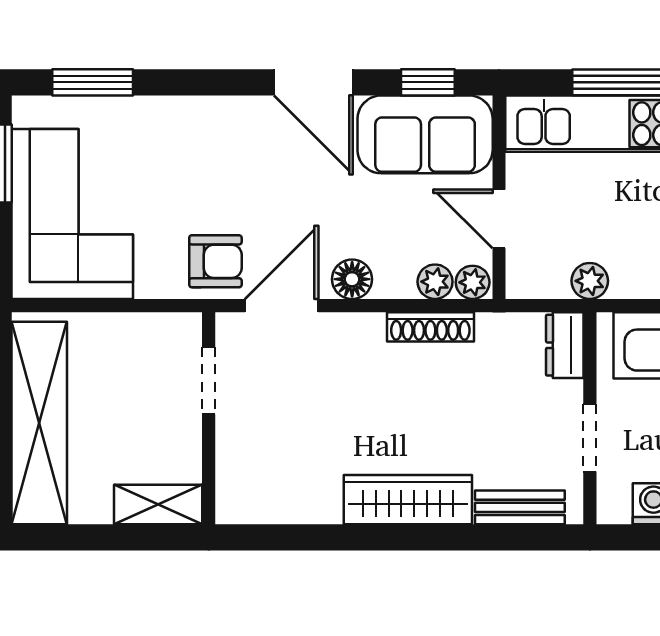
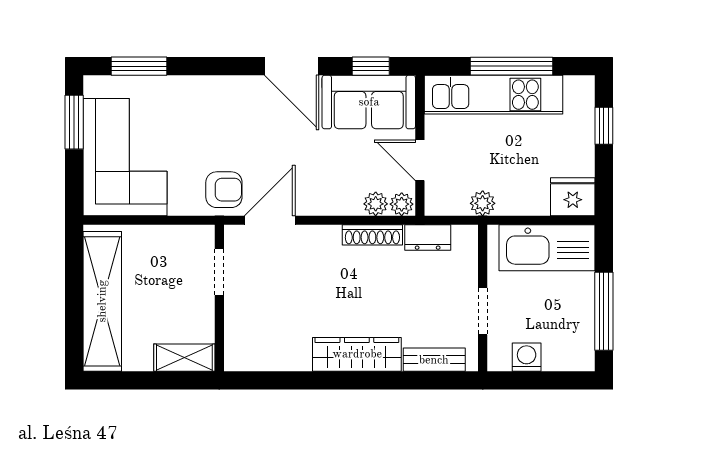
floor lamp: (352, 279) -> (318, 202), removed
dresser: (565, 345) -> (428, 238), moved, turned -90

